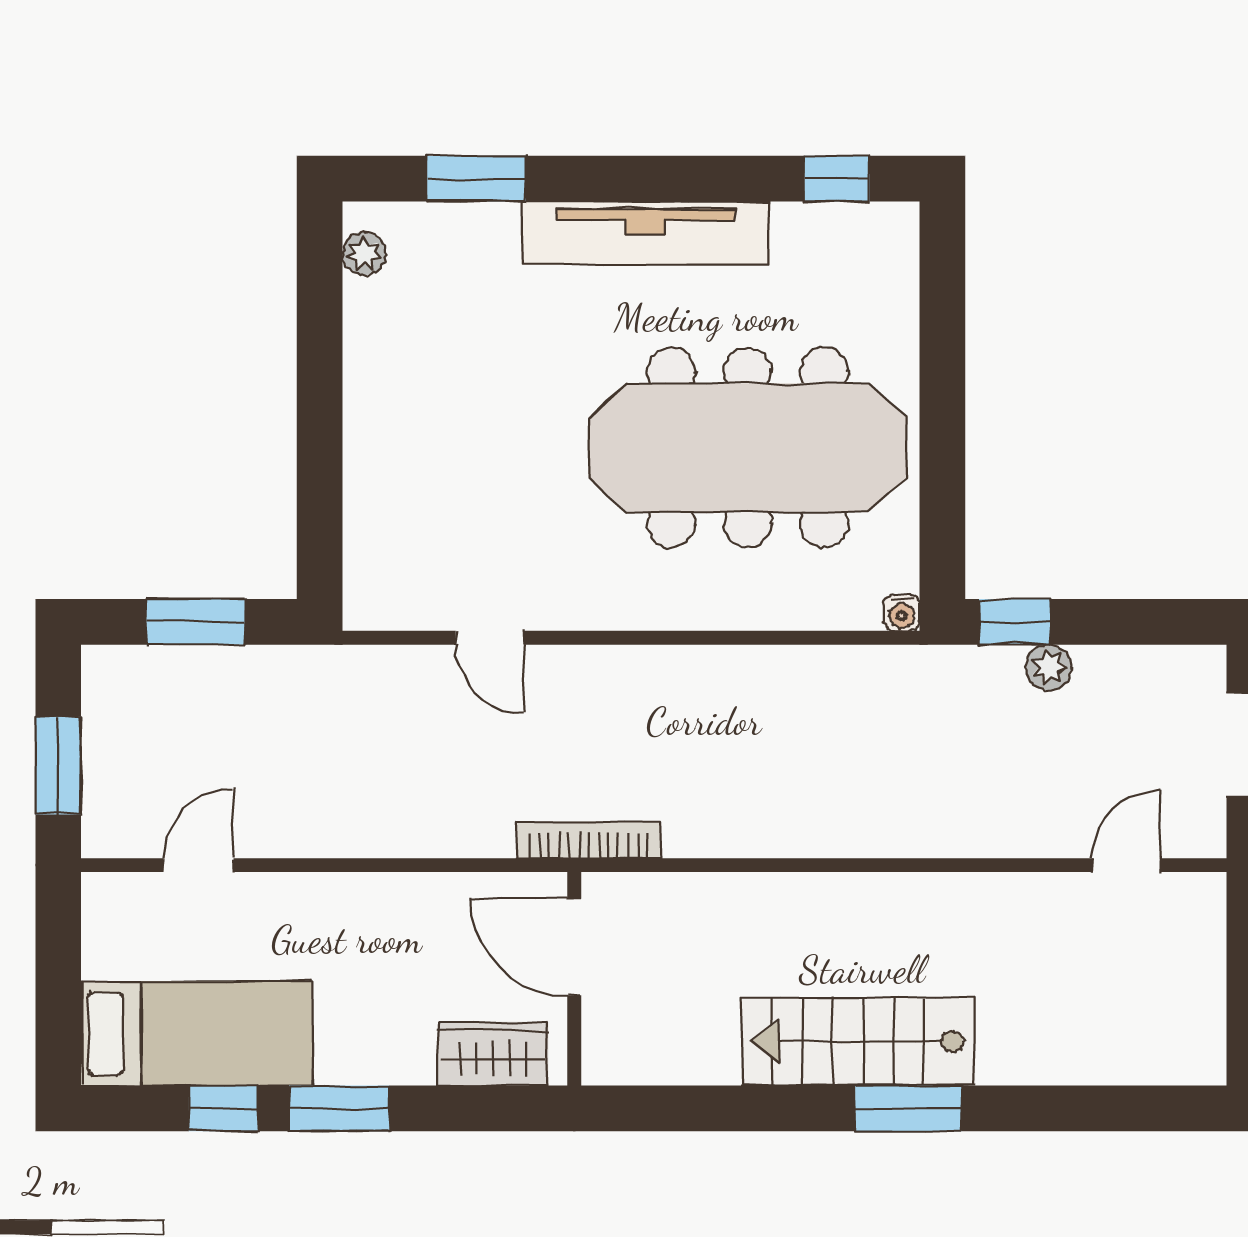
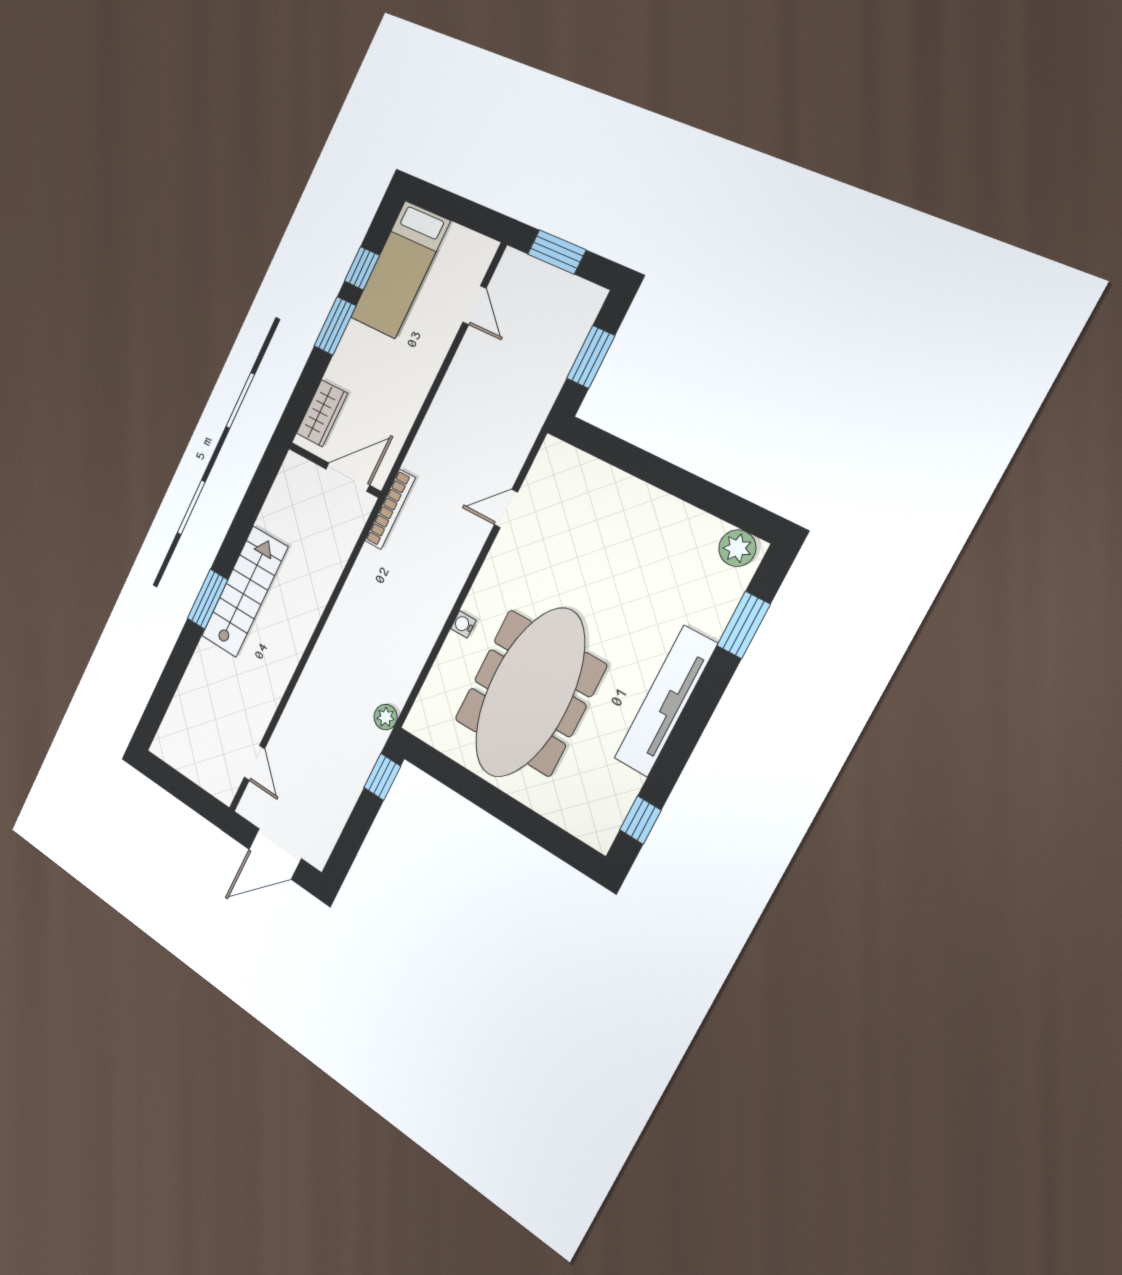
plant: (364, 254) -> (737, 548), width x1.38, depth x1.38
water cooler: (902, 613) -> (463, 624), moved
plant: (1049, 667) -> (386, 717), moved

